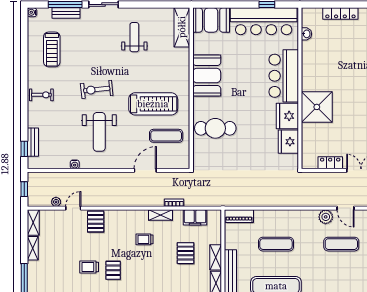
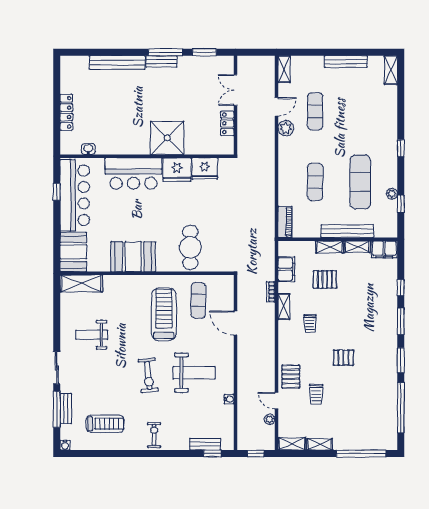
pallet: (96, 222) -> (291, 377), turned 90
trolley: (89, 267) -> (316, 394), moved

